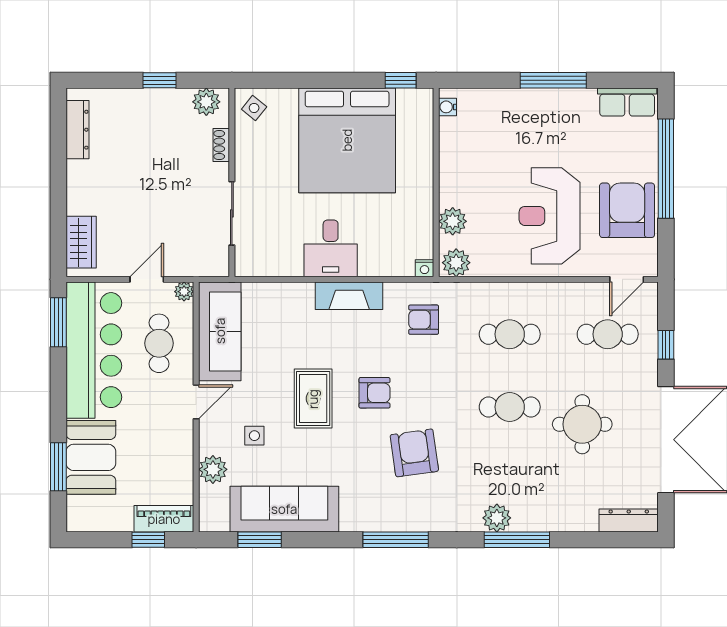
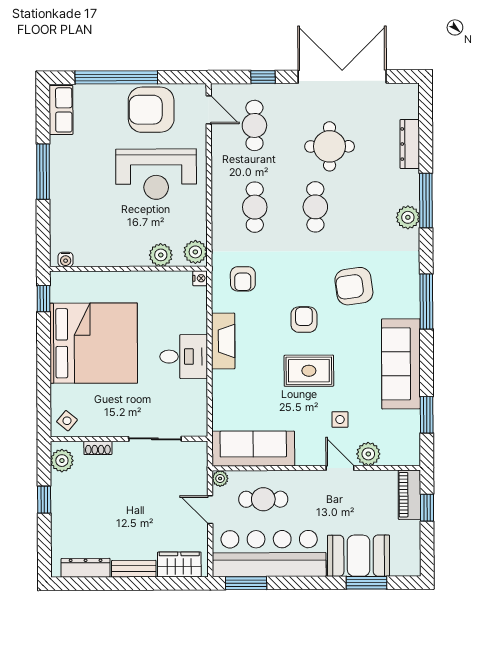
bench: (76, 188) -> (134, 569), added
door: (196, 402) -> (340, 468), moved
sofa: (284, 509) -> (401, 364), moved
dresser: (629, 521) -> (410, 144), moved

